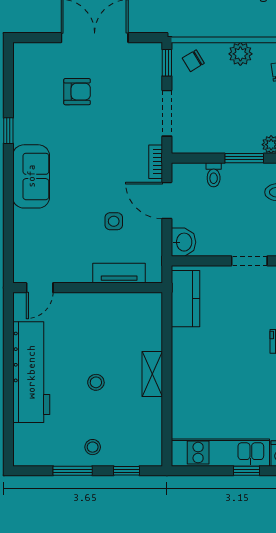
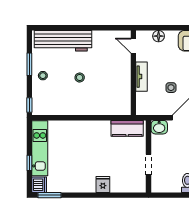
floor lamp: (23, 243) -> (159, 36), added
tv unit: (119, 273) -> (142, 77), moved
workbench: (31, 372) -> (63, 41), moved
shelving: (152, 374) -> (84, 109), removed
window: (127, 471) -> (29, 105), moved

